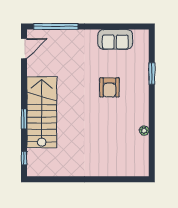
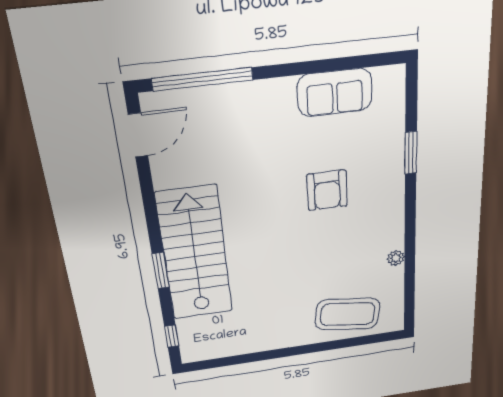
coffee table: (118, 161) -> (348, 314), added

